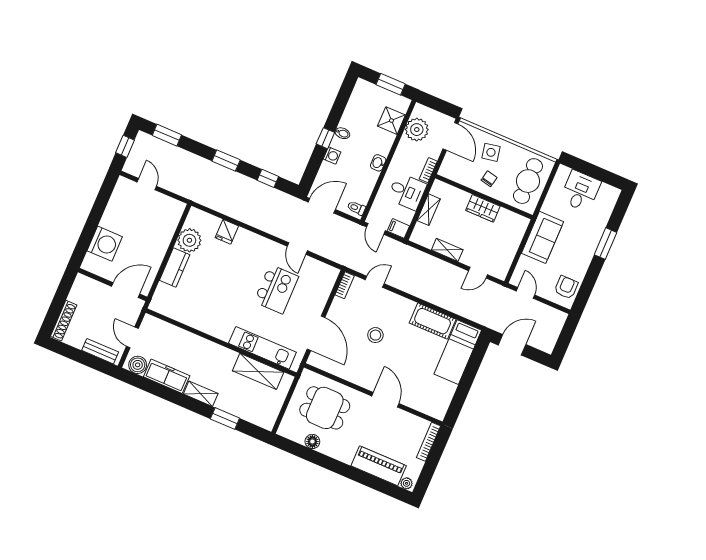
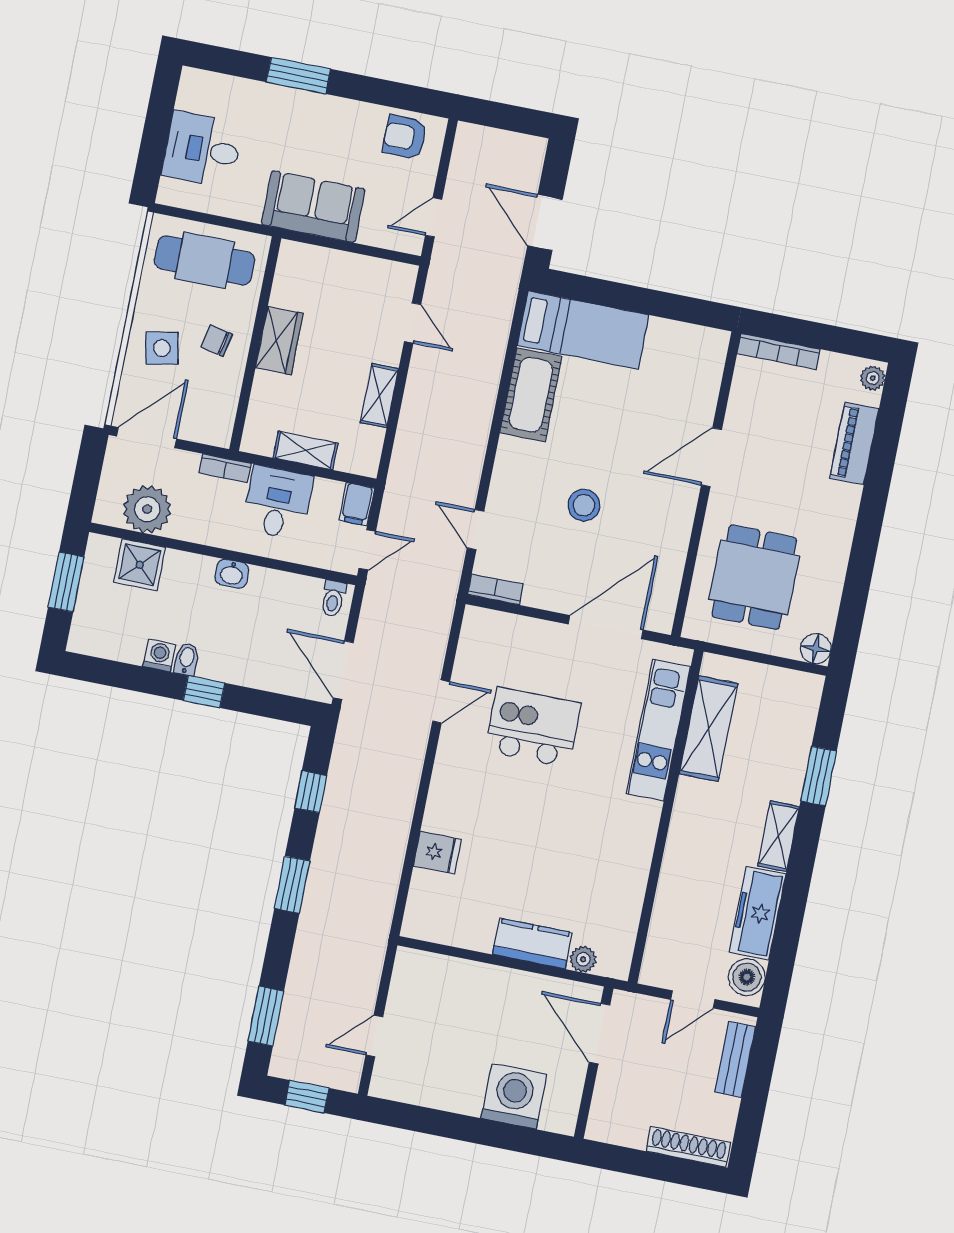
washing machine: (332, 155) -> (160, 655), moved
plant: (189, 240) -> (583, 959), moved, width x0.53, depth x0.53
floor lamp: (312, 441) -> (816, 649), moved
piano: (379, 466) -> (854, 444), width x0.73, depth x0.75

